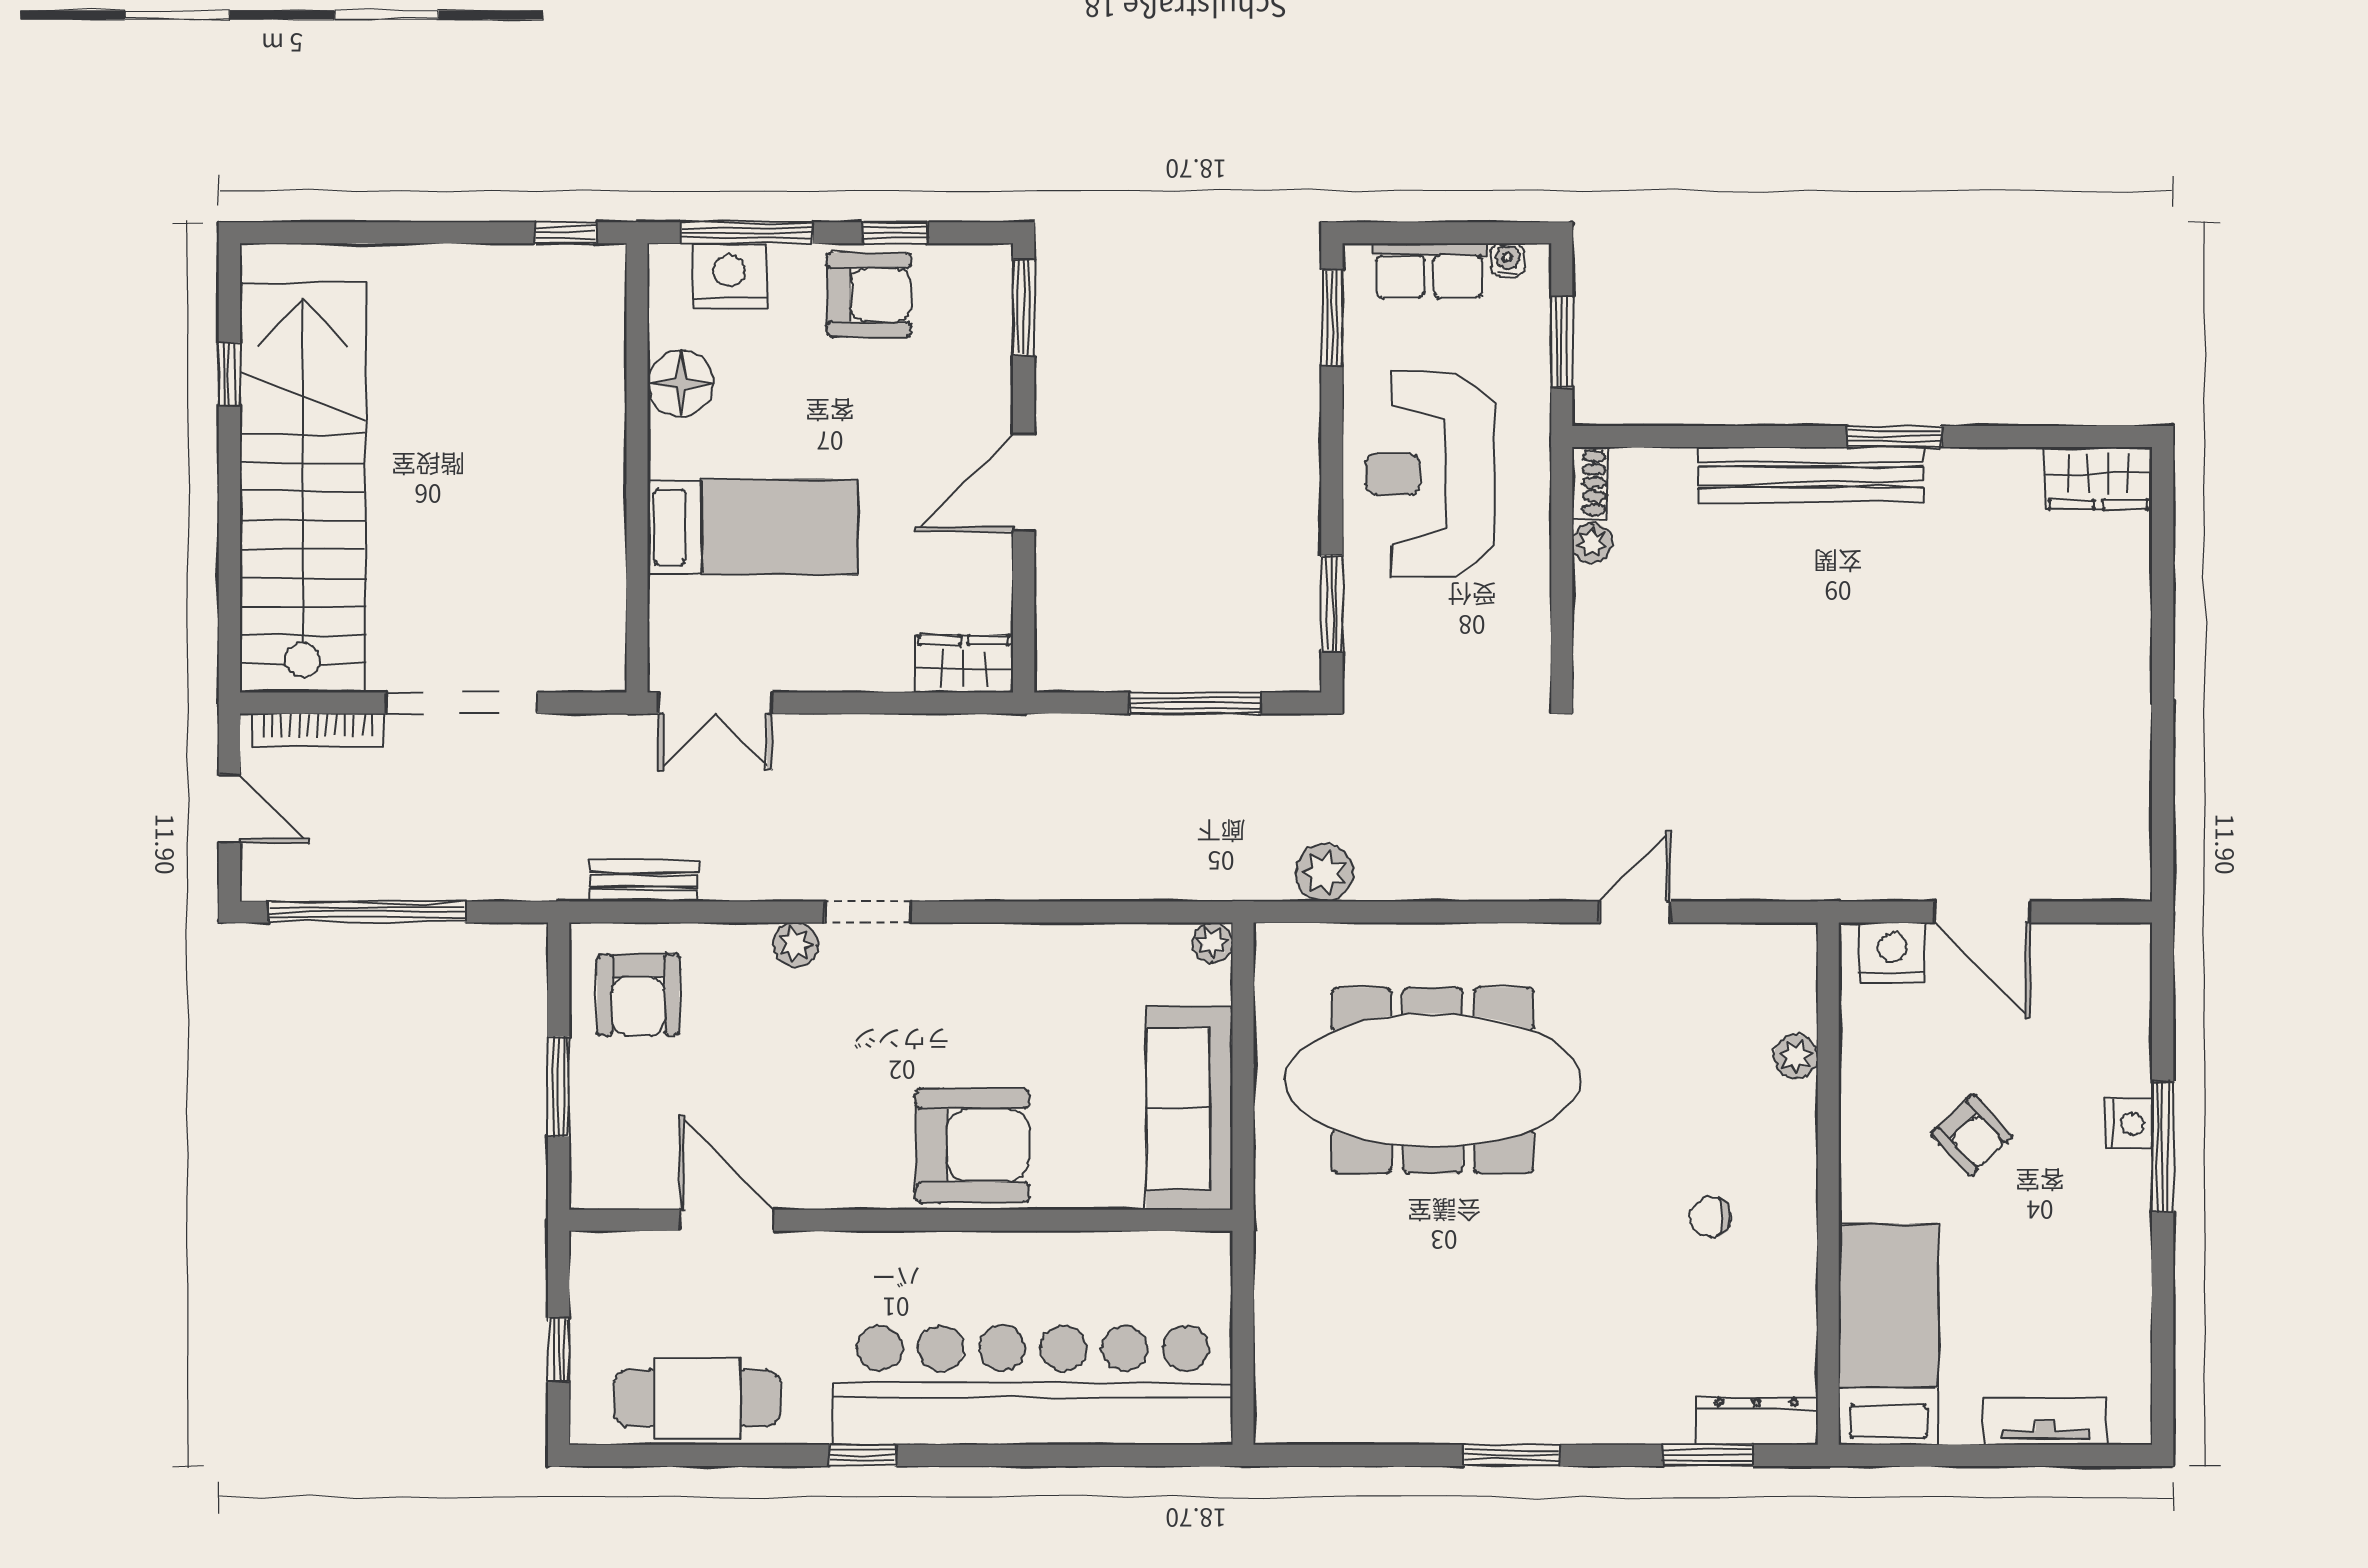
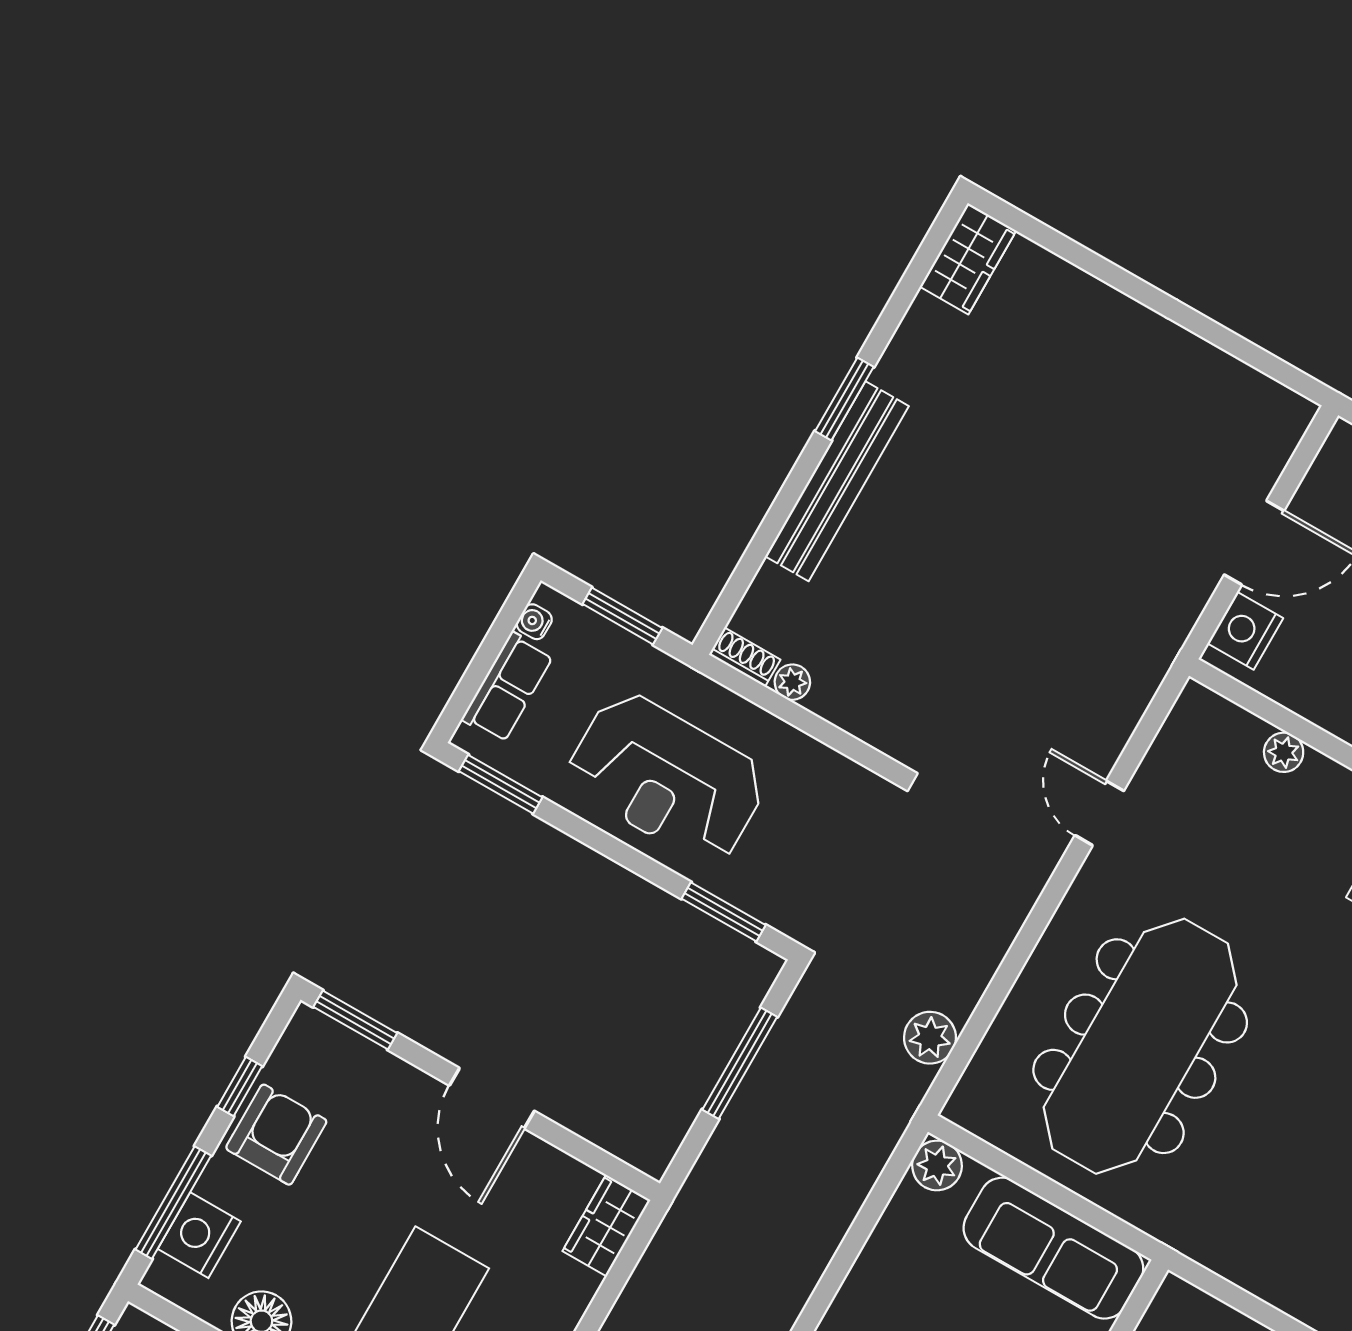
plant: (1212, 943) -> (937, 1165), width x1.38, depth x1.38

